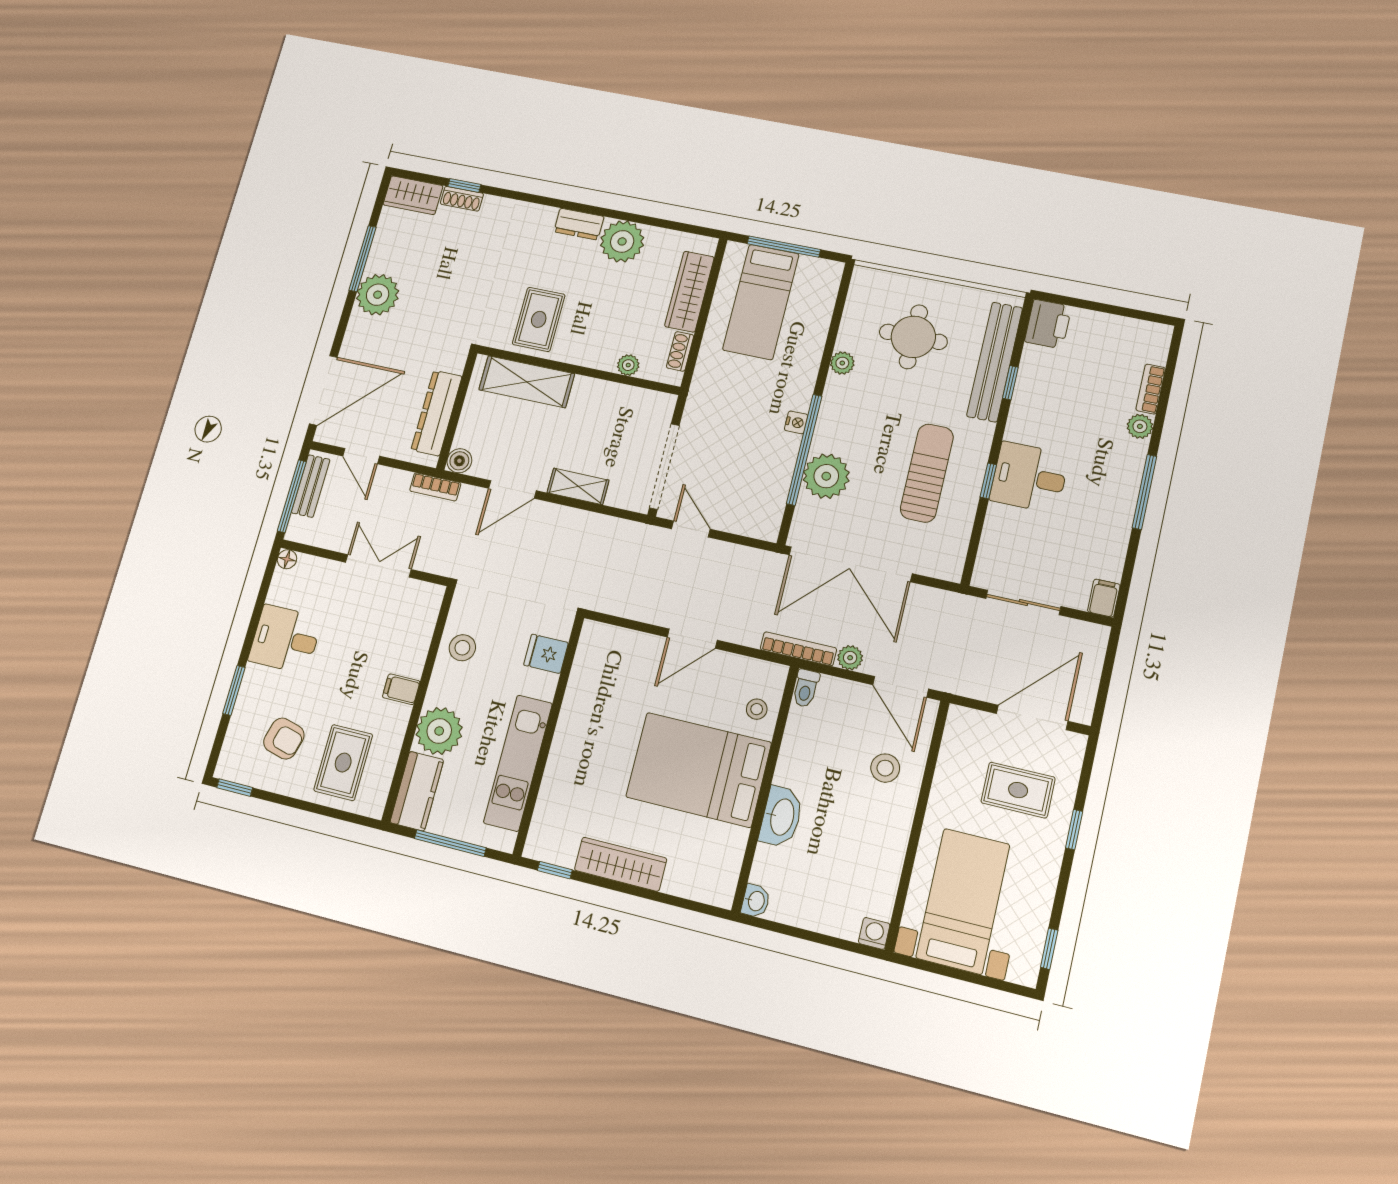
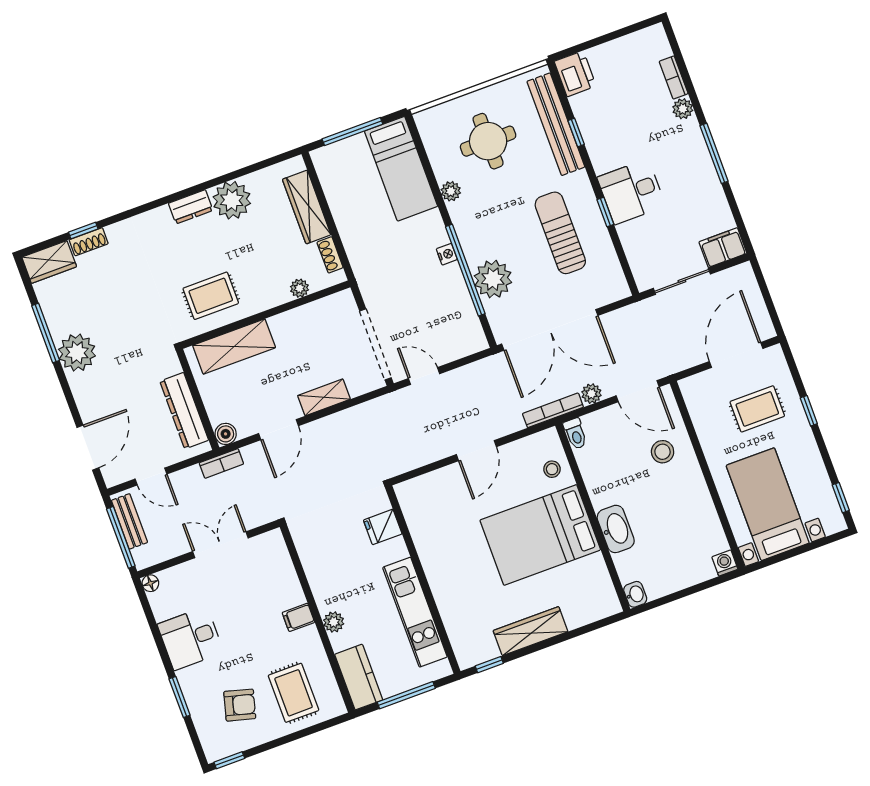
bed: (761, 302) -> (401, 169), moved
rug: (539, 319) -> (211, 296), turned 90
door: (323, 390) -> (88, 448), width x0.73
filing cabinet: (1104, 598) -> (723, 248), width x2.00
stool: (462, 648) -> (321, 561), removed
plant: (439, 731) -> (334, 622), width x0.53, depth x0.53

